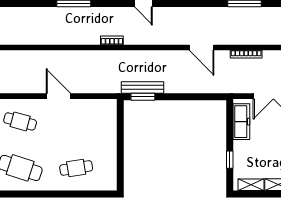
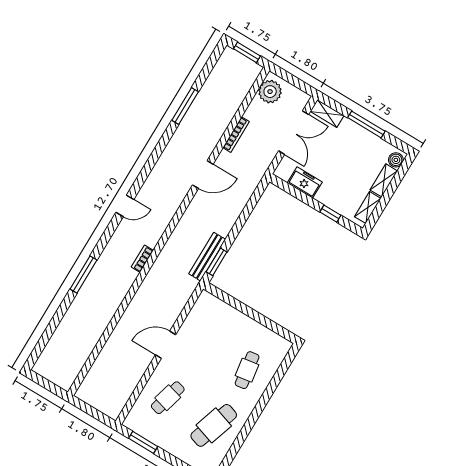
freezer: (241, 122) -> (305, 182), width x0.71

